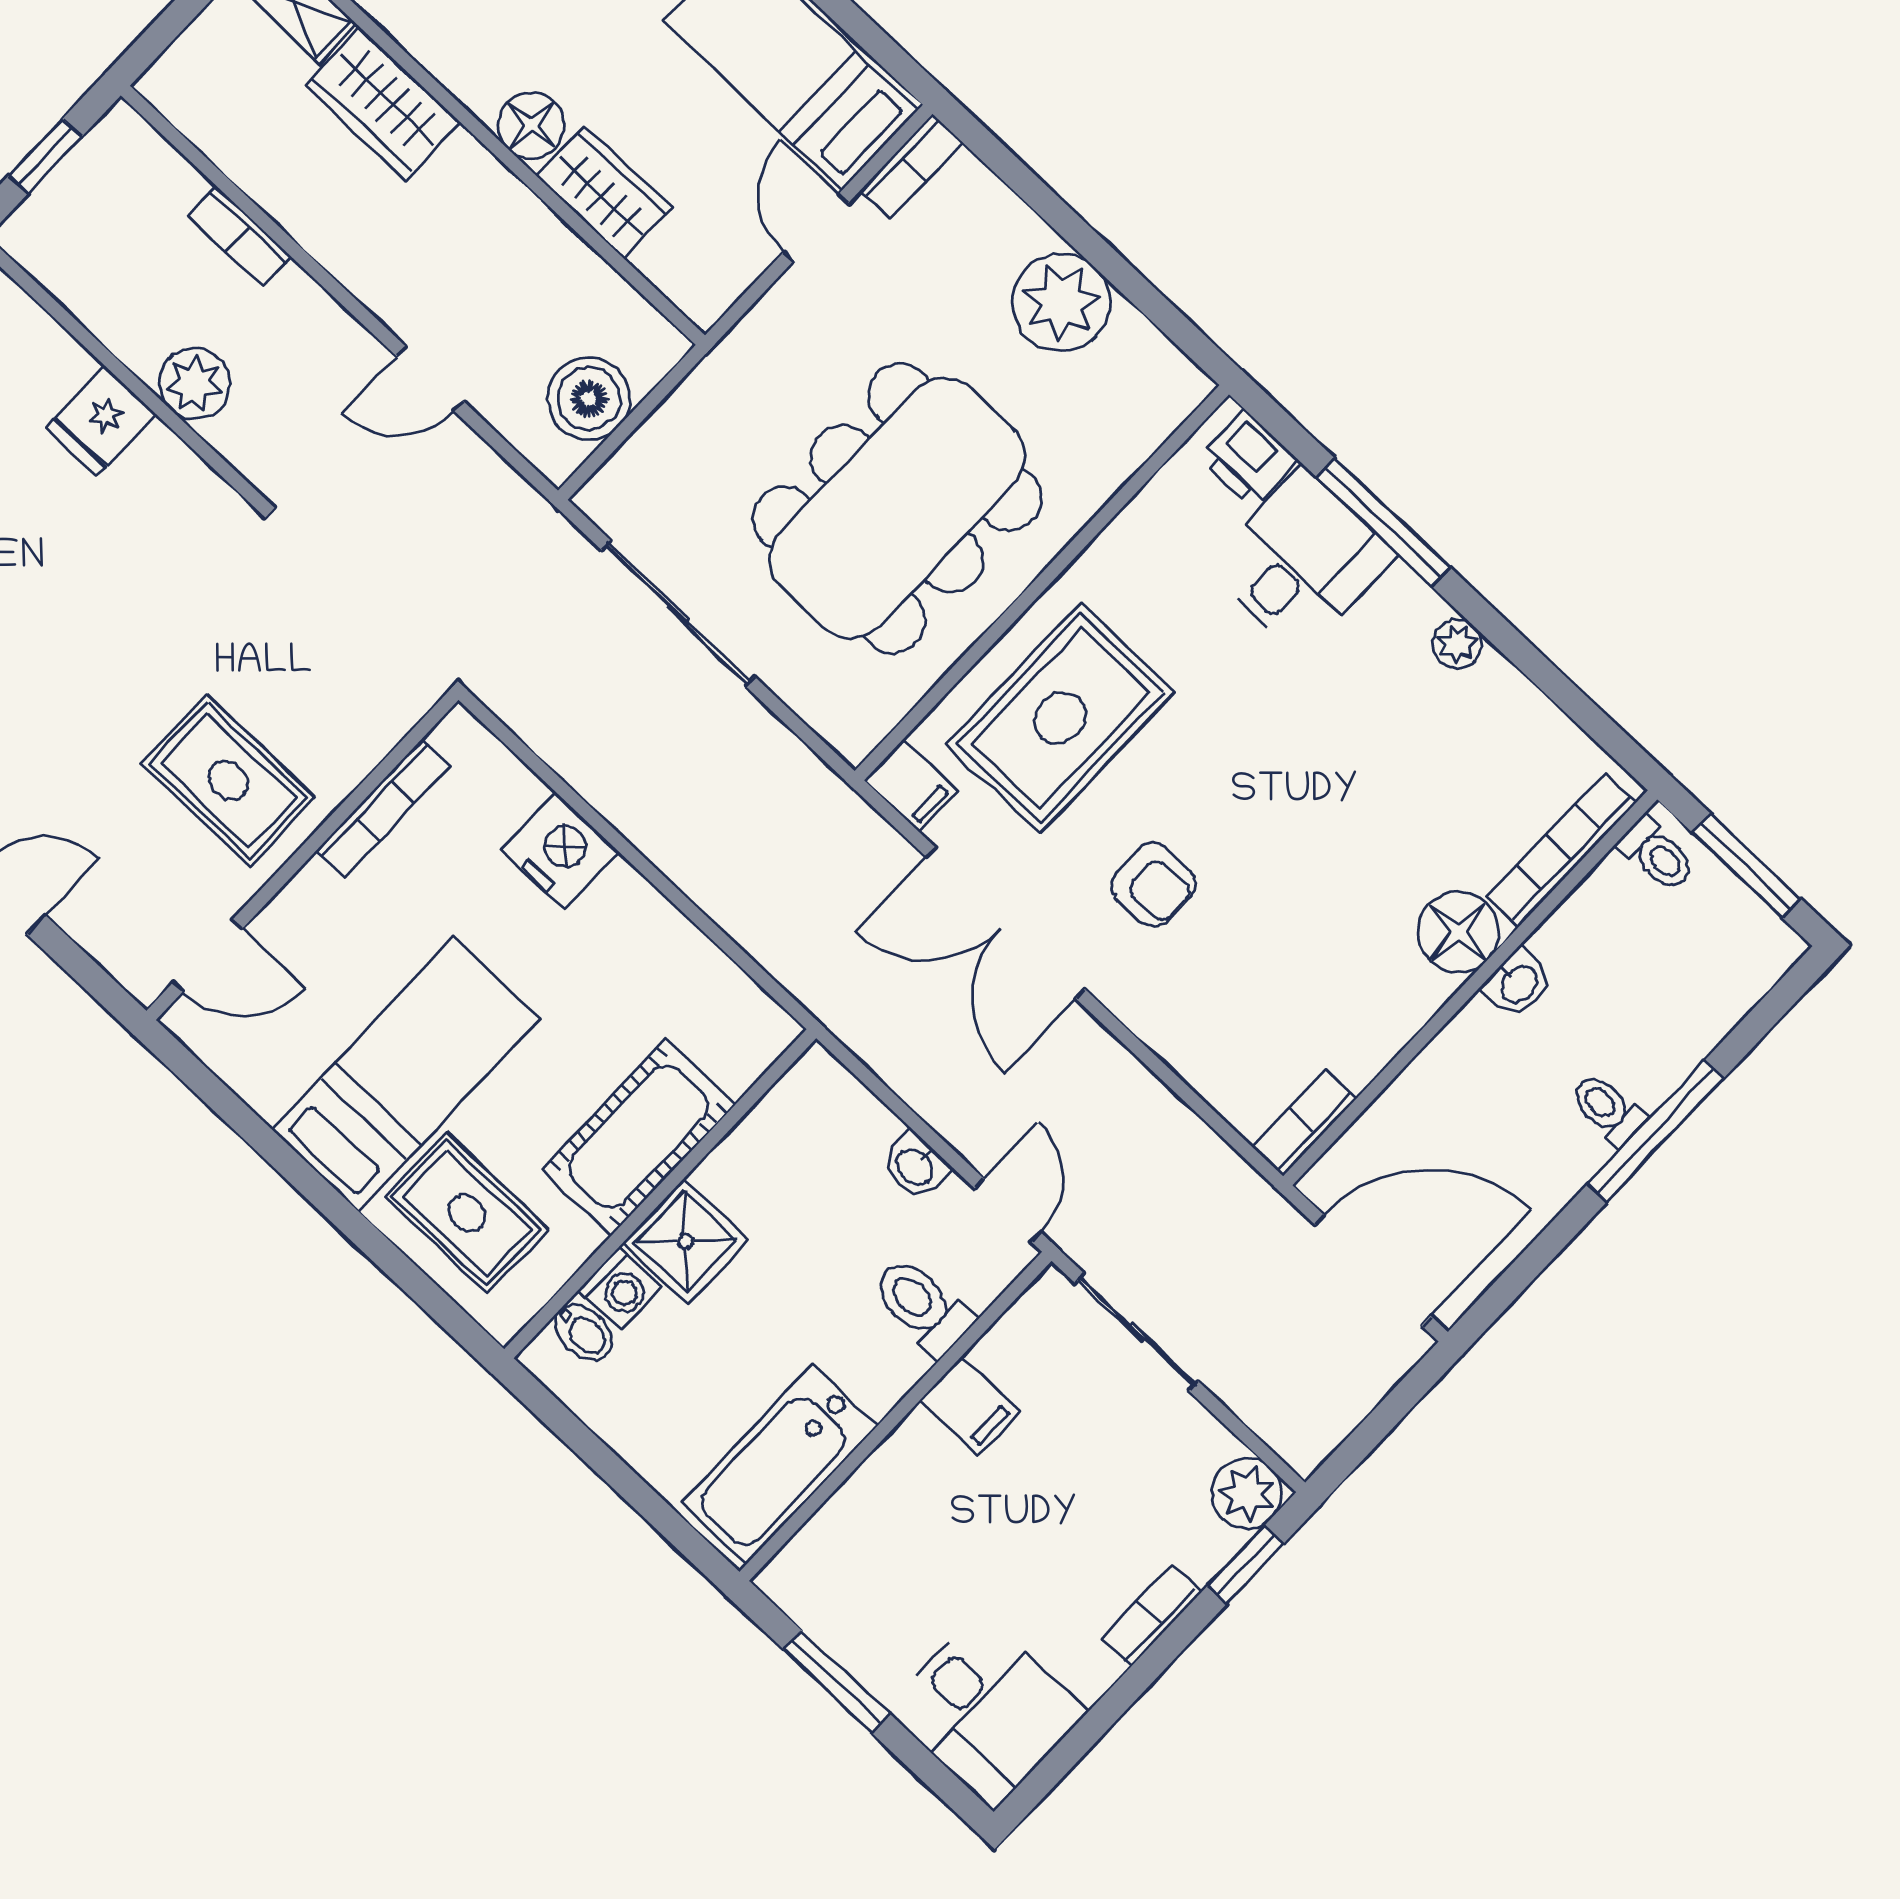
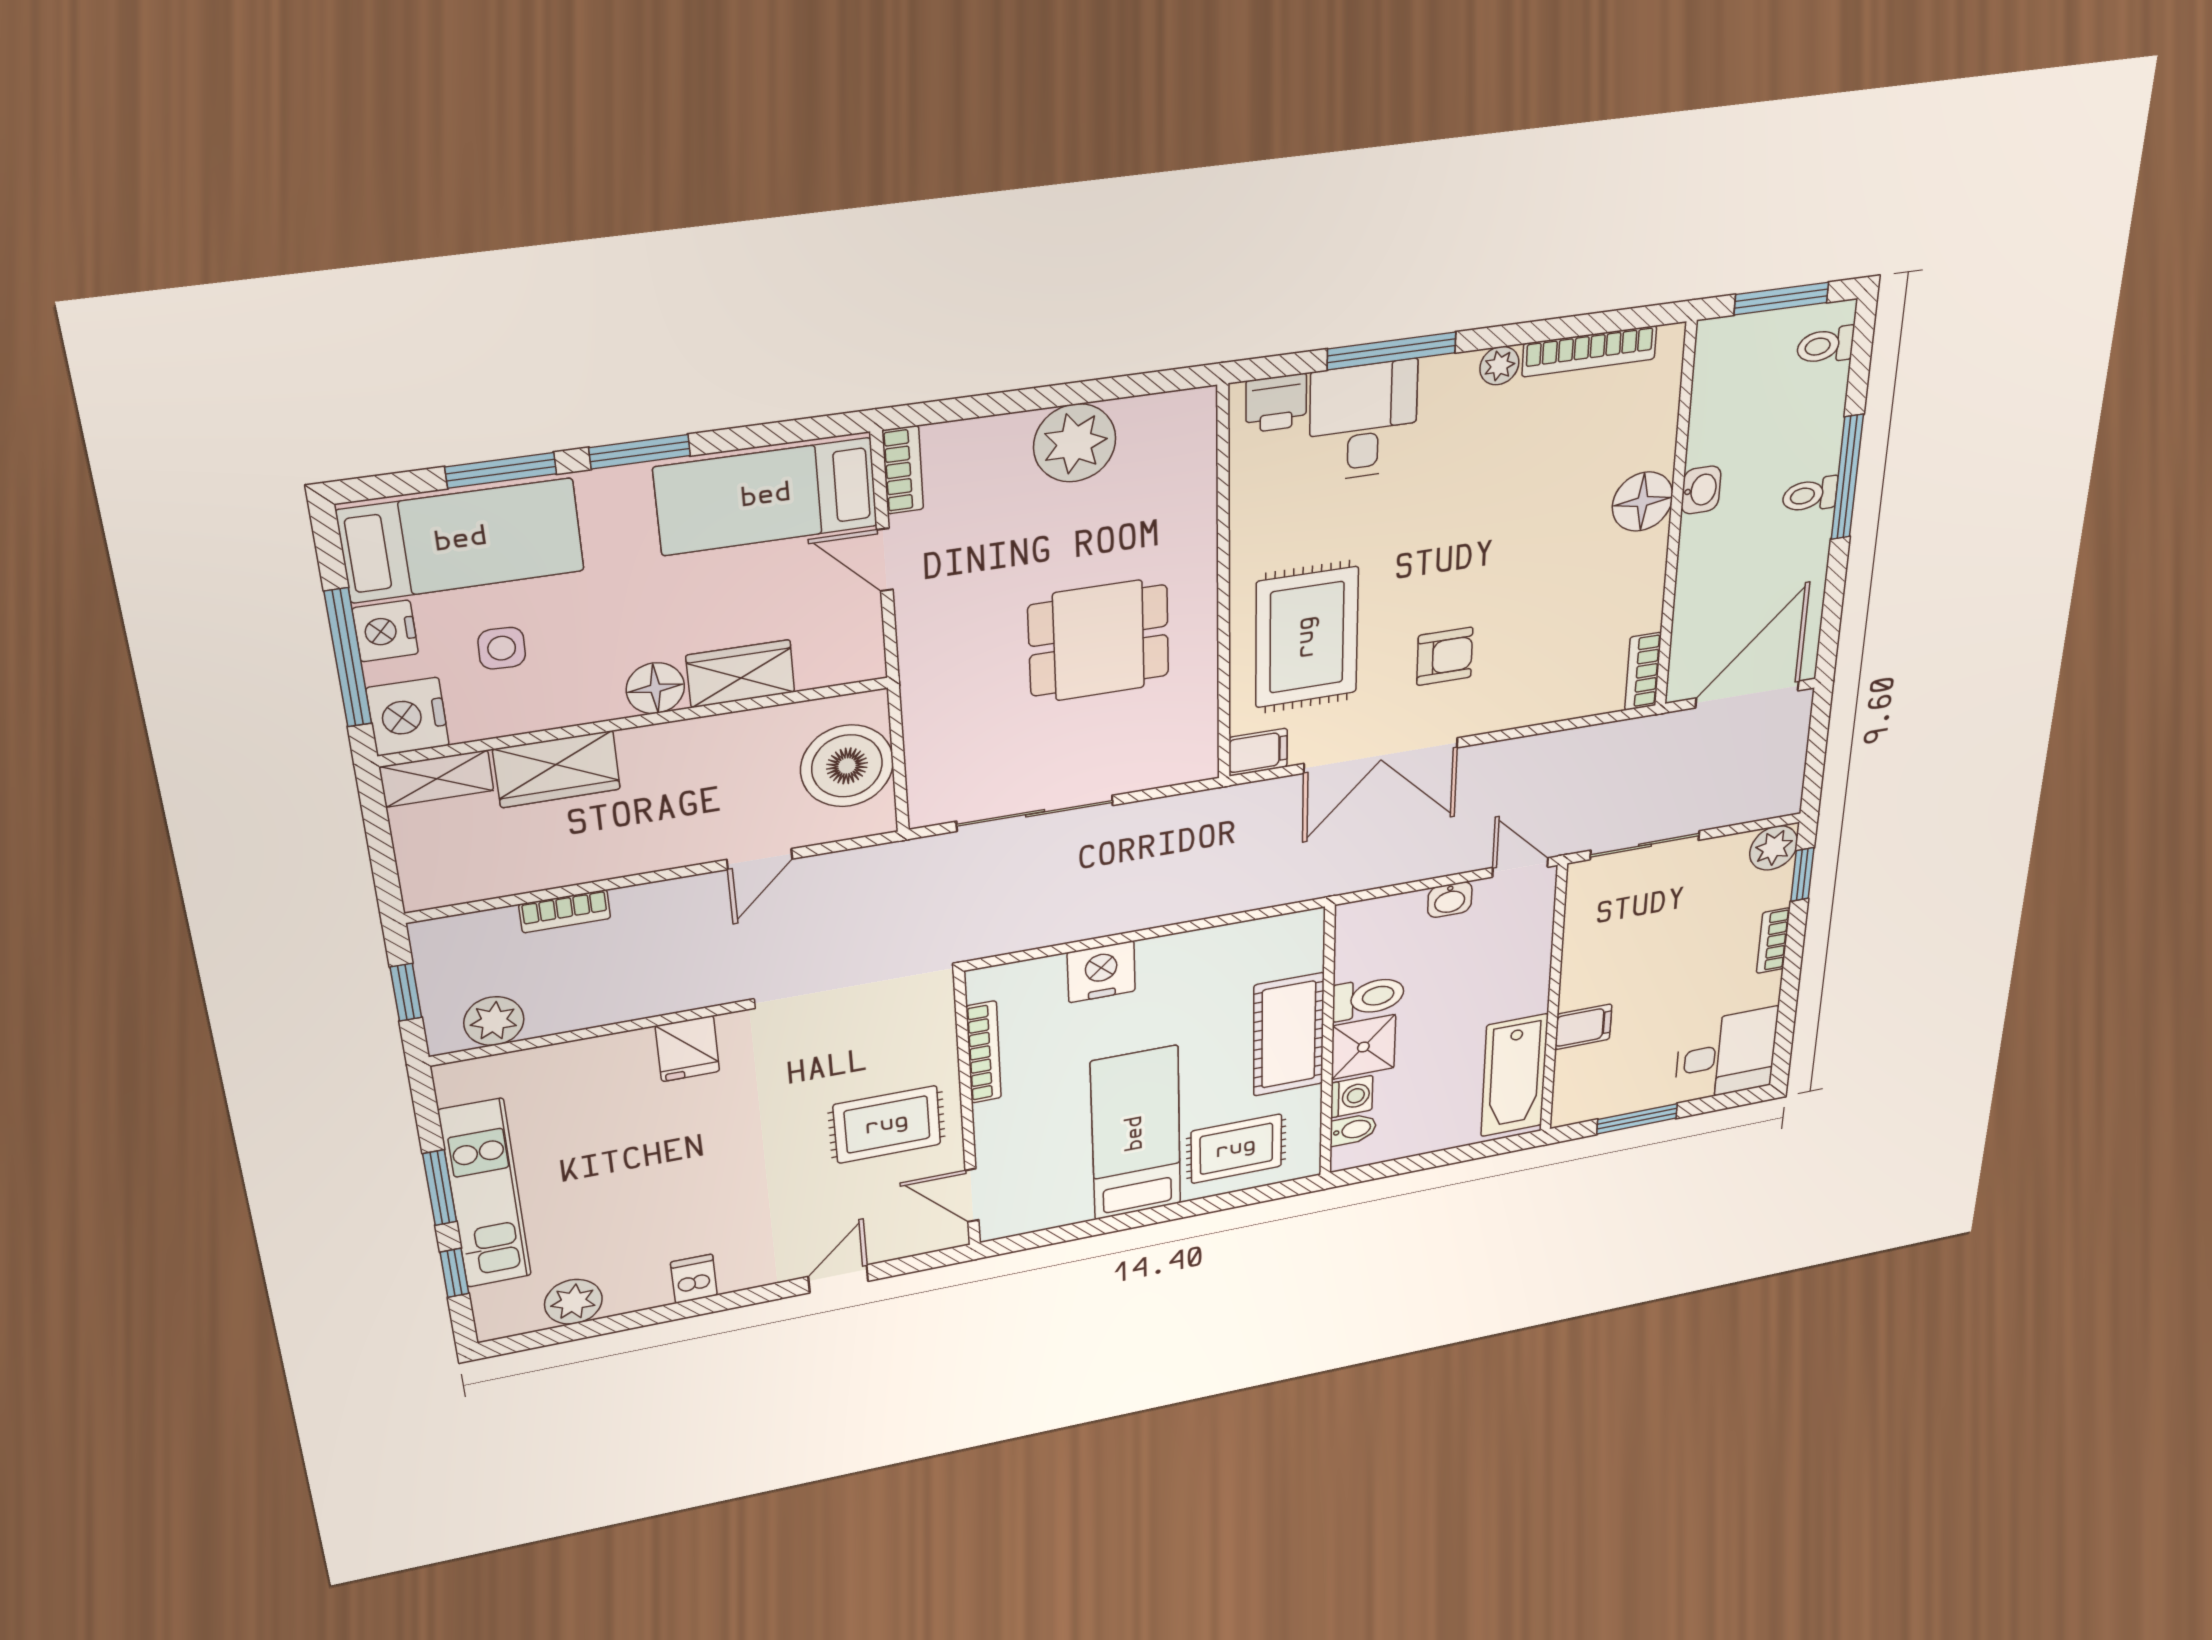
plant: (194, 384) -> (494, 1021), moved
boiler: (589, 399) -> (847, 766), width x1.37, depth x1.37
fridge: (101, 421) -> (687, 1049), moved
dining table: (897, 508) -> (1099, 641), width x0.53, depth x0.80
bookcase: (1561, 850) -> (1589, 351), moved, turned -90
toilet: (1657, 854) -> (1825, 345), moved, turned 180
door: (208, 956) -> (972, 1195), swing flipped
toilet: (922, 1306) -> (1368, 997), moved, turned 180
filing cabinet: (970, 1406) -> (1583, 1027), moved

